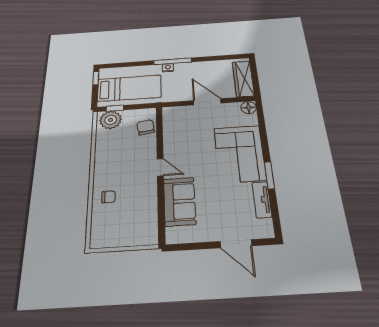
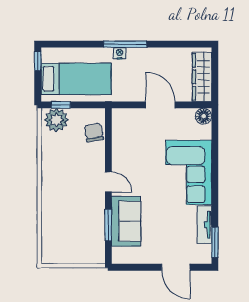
window: (269, 175) -> (215, 242), moved
chair: (109, 197) -> (57, 211), removed
window: (161, 206) -> (108, 225), added

